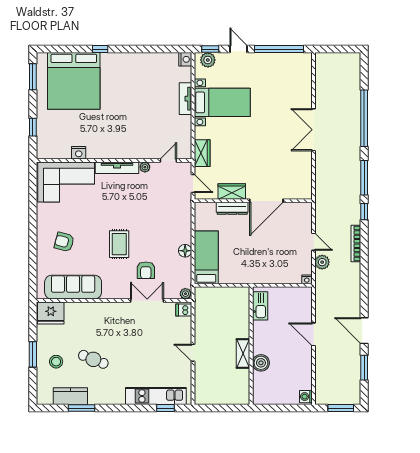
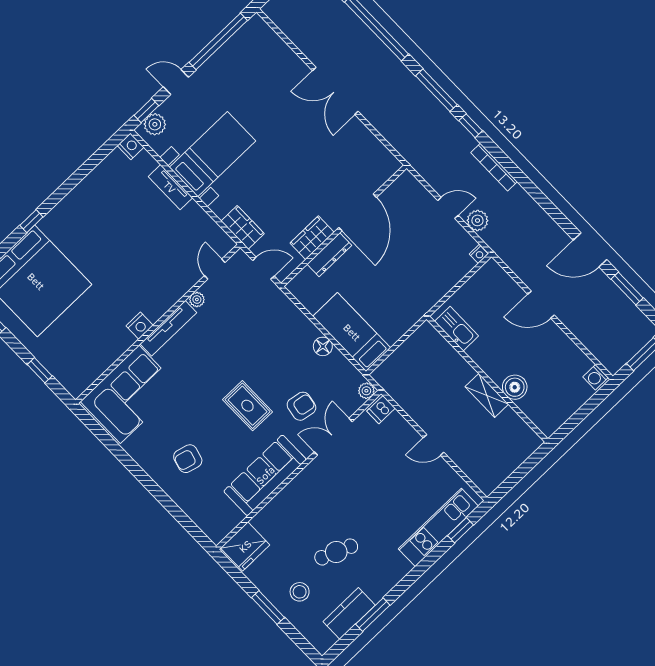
nightstand: (79, 153) -> (140, 326), moved
armchair: (146, 270) -> (301, 406), turned -80
sofa: (73, 287) -> (265, 475), moved

